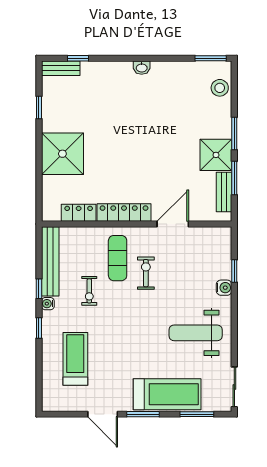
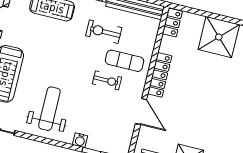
locker: (79, 213) -> (172, 23), moved
exercise bike: (89, 291) -> (104, 32), width x1.38, depth x1.39

